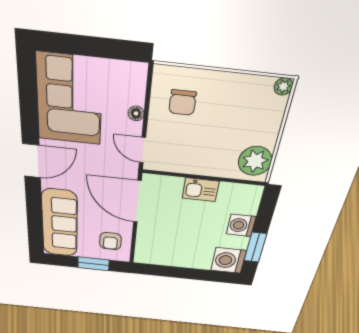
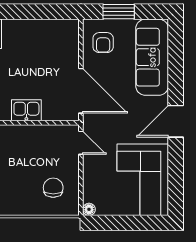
floor lamp: (136, 113) -> (89, 209), moved
armchair: (110, 241) -> (103, 43), turned 180

